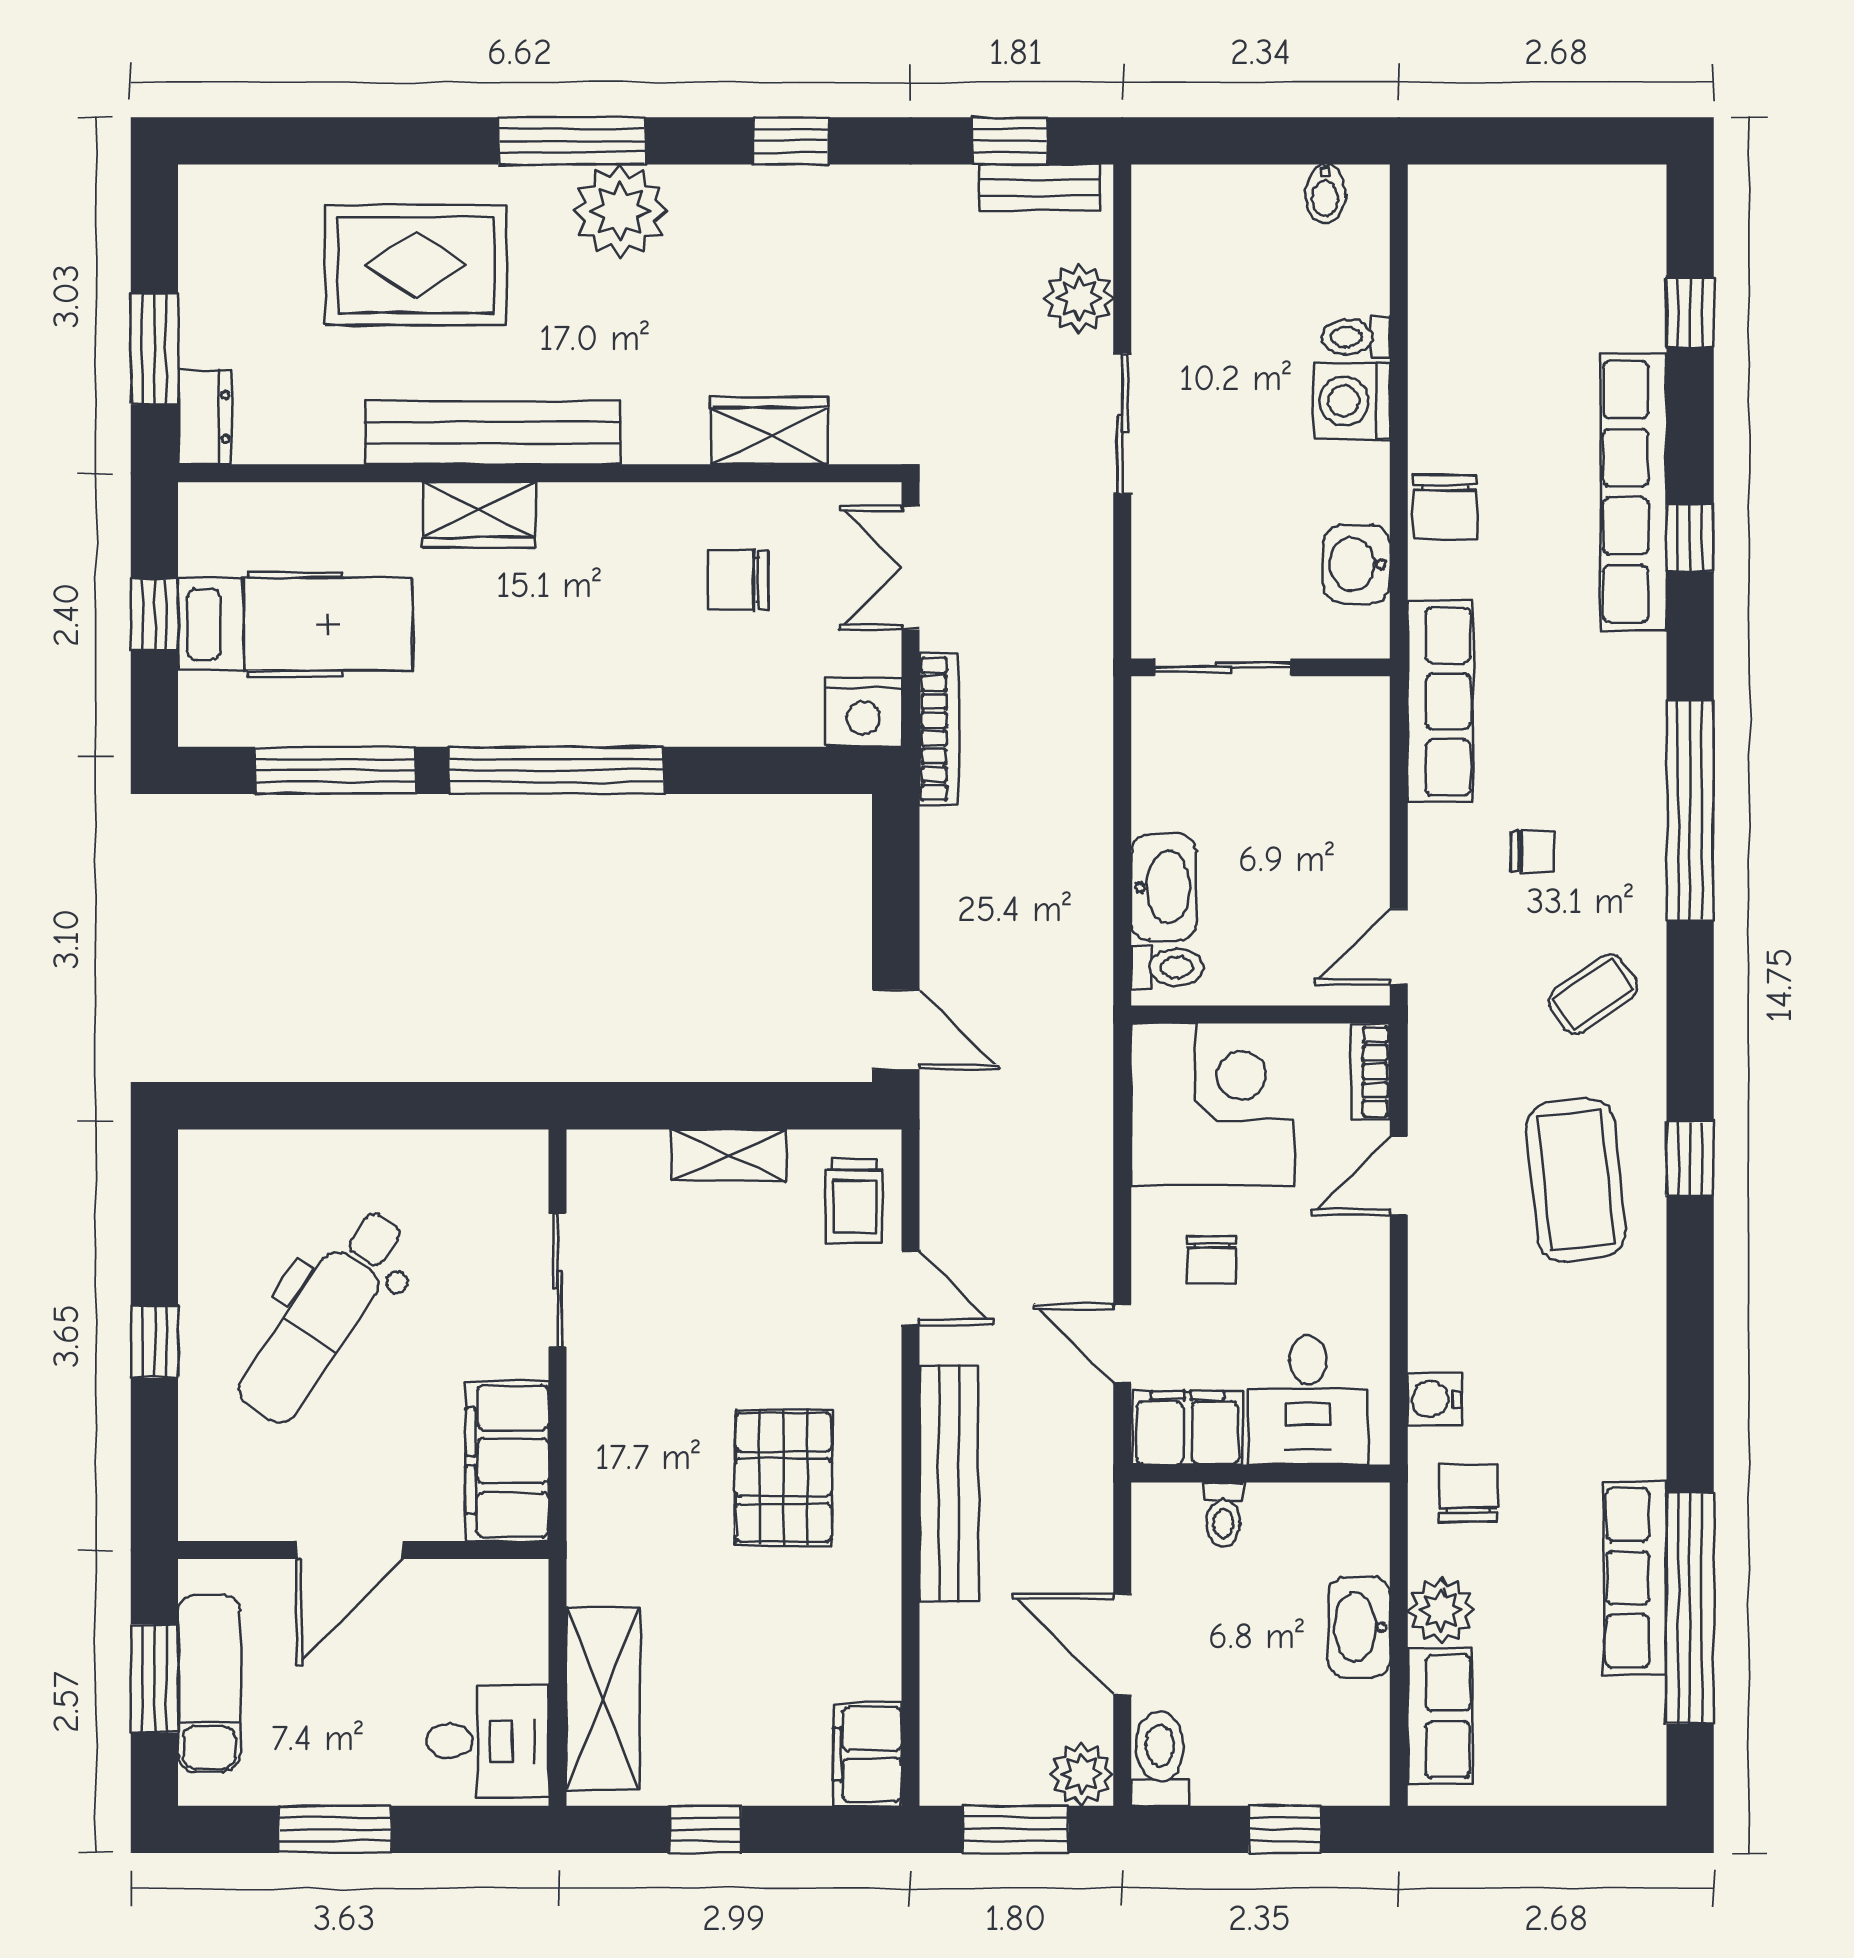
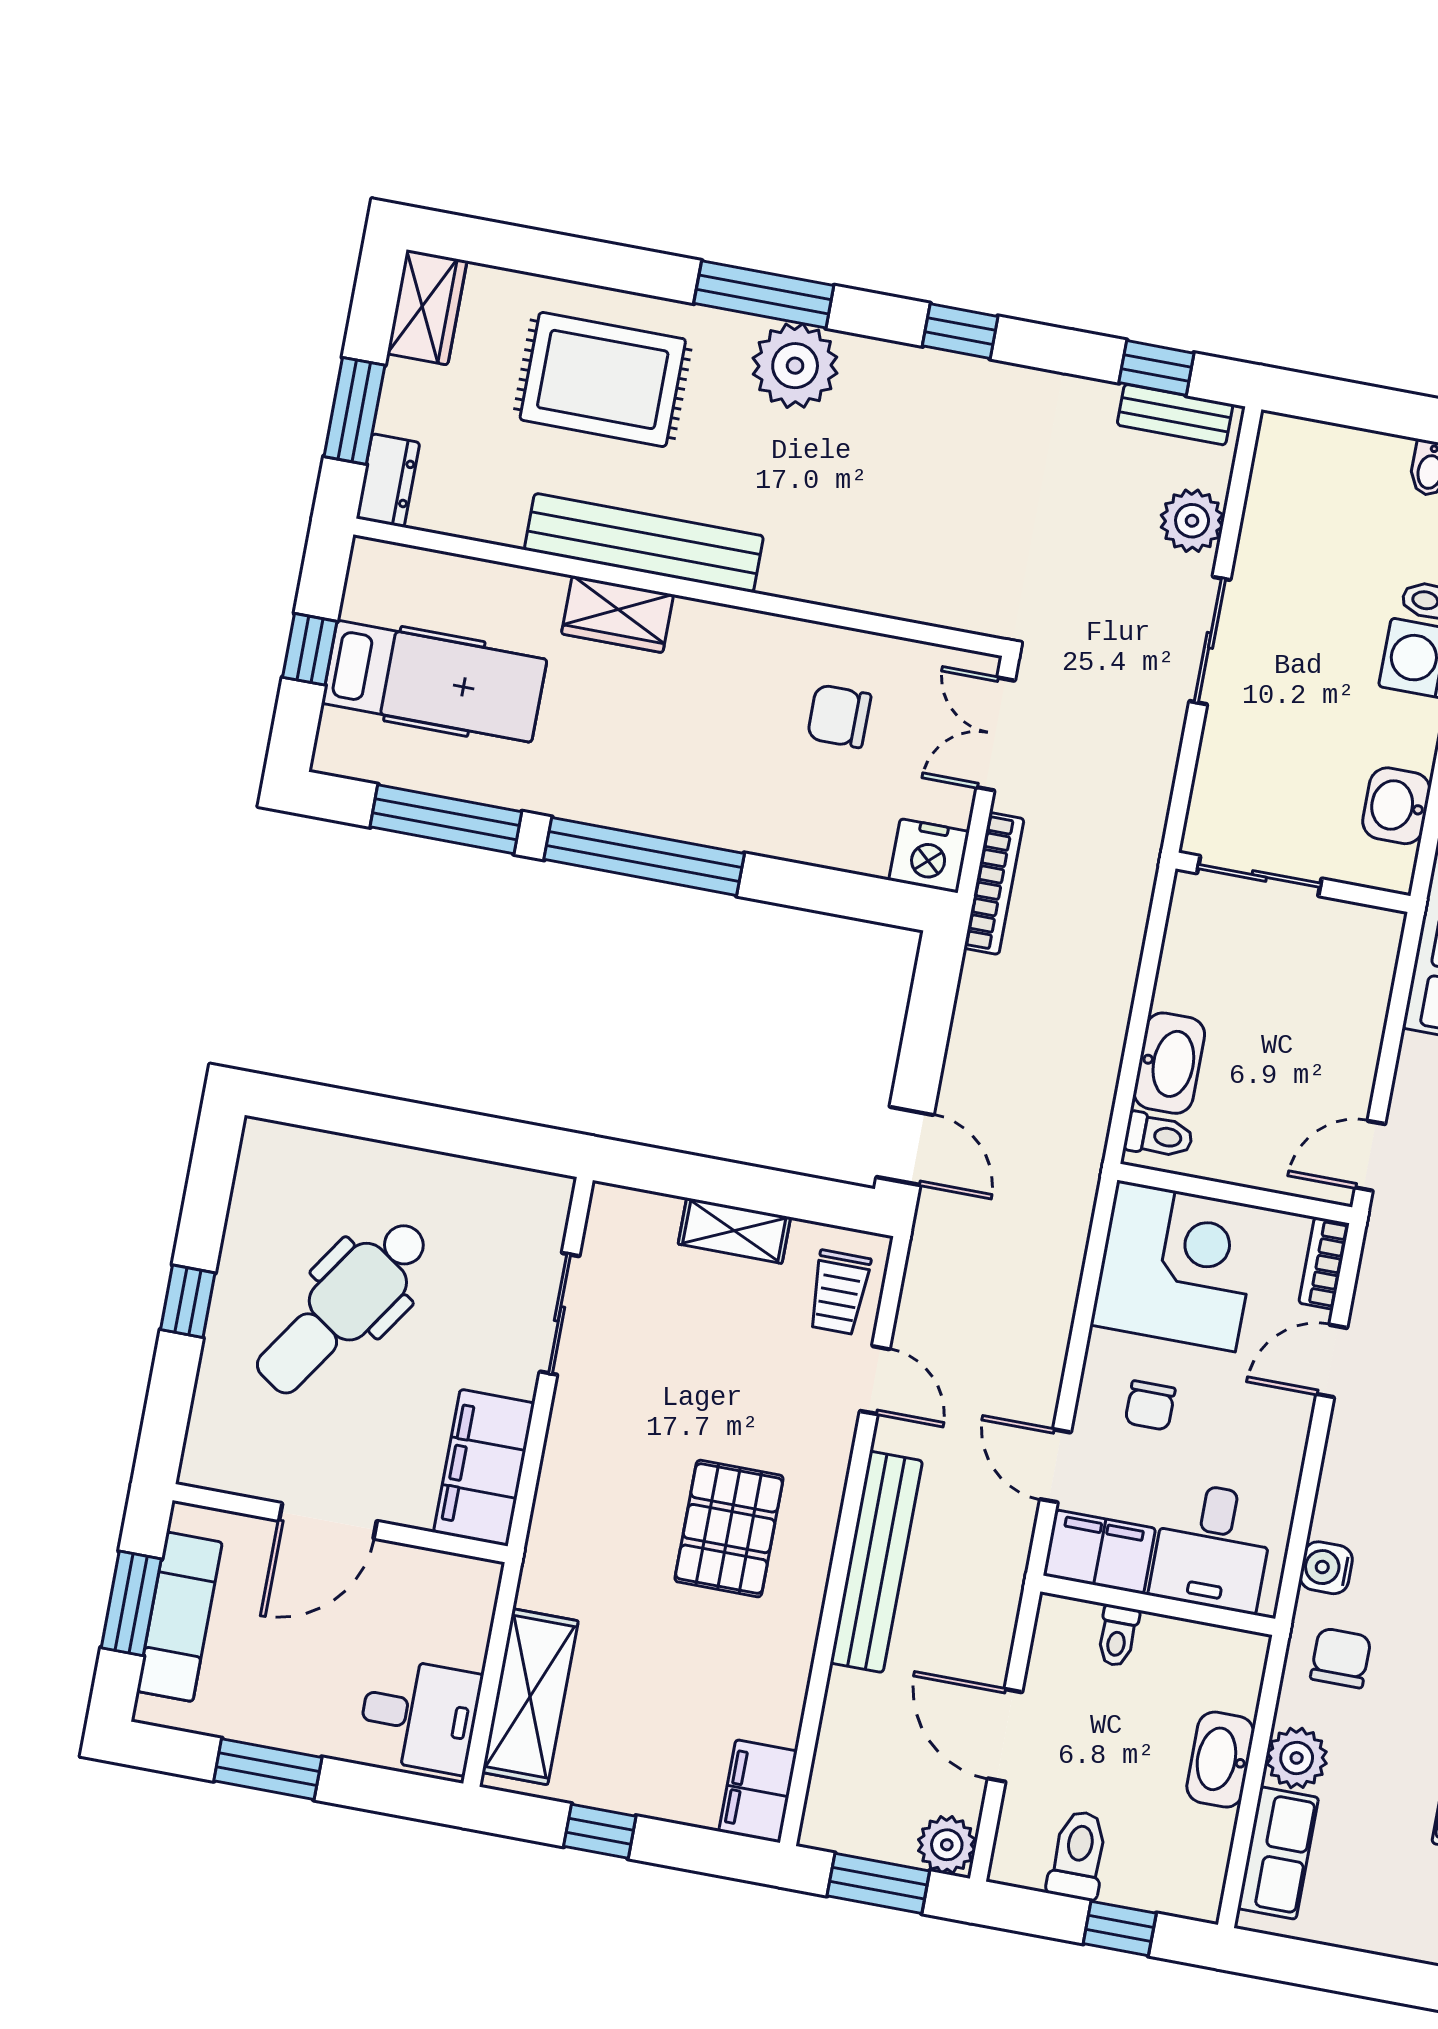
wardrobe: (770, 431) -> (427, 307), moved, turned 90
toilet: (1160, 1759) -> (1078, 1855), moved

